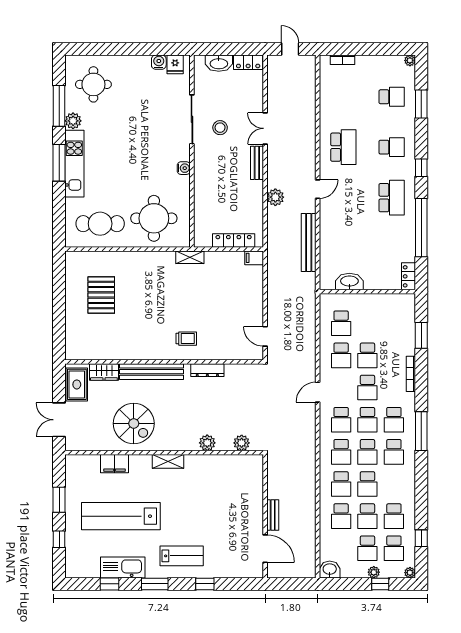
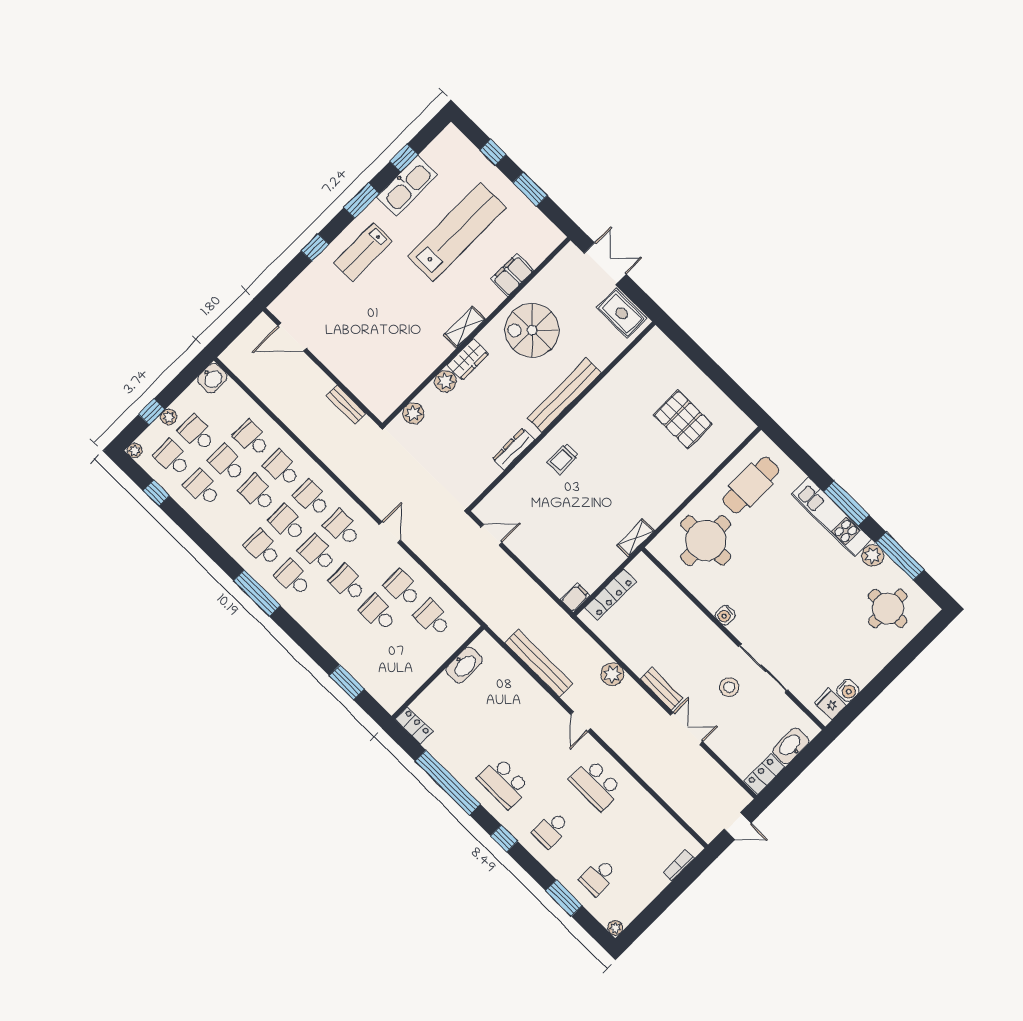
wardrobe: (104, 372) -> (468, 359), moved, turned 180
bookcase: (411, 374) -> (320, 637), removed
bench: (273, 515) -> (346, 405), moved

